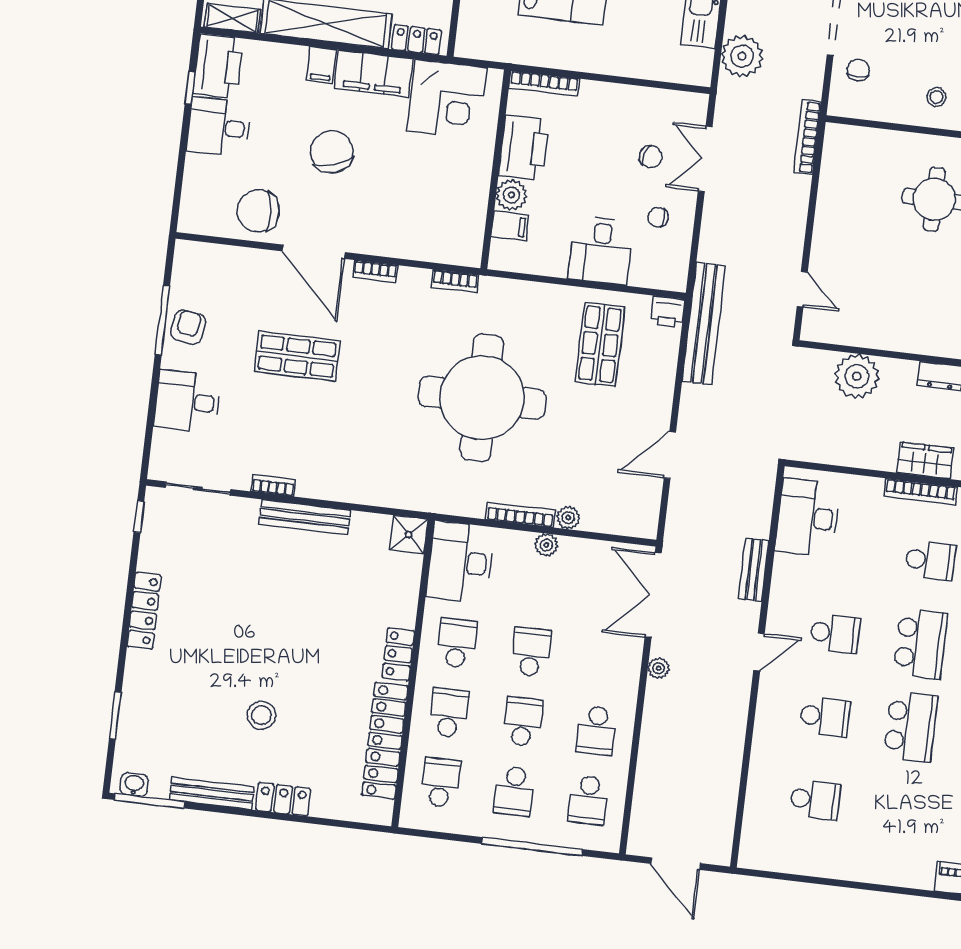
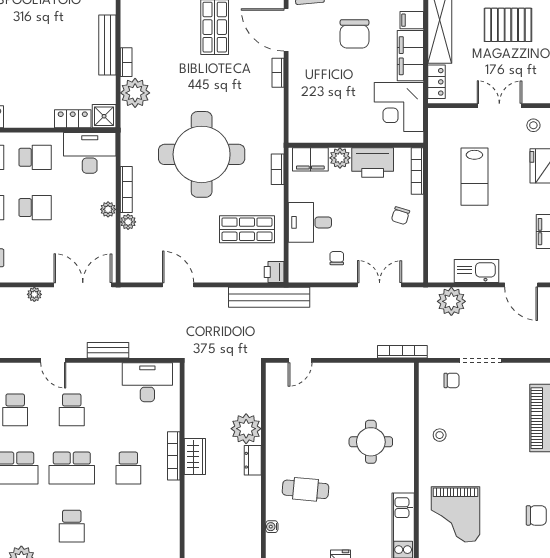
chair: (332, 152) -> (354, 34), turned 108
chair: (651, 157) -> (400, 216), moved
filing cabinet: (510, 226) -> (310, 159), width x2.00
door: (314, 252) -> (286, 30), hinge flipped
bookcase: (455, 281) -> (278, 169), moved
plant: (857, 376) -> (246, 429), moved
bookcase: (273, 485) -> (126, 62), moved
plant: (380, 485) -> (135, 93), added
locker: (398, 654) -> (73, 119), moved

